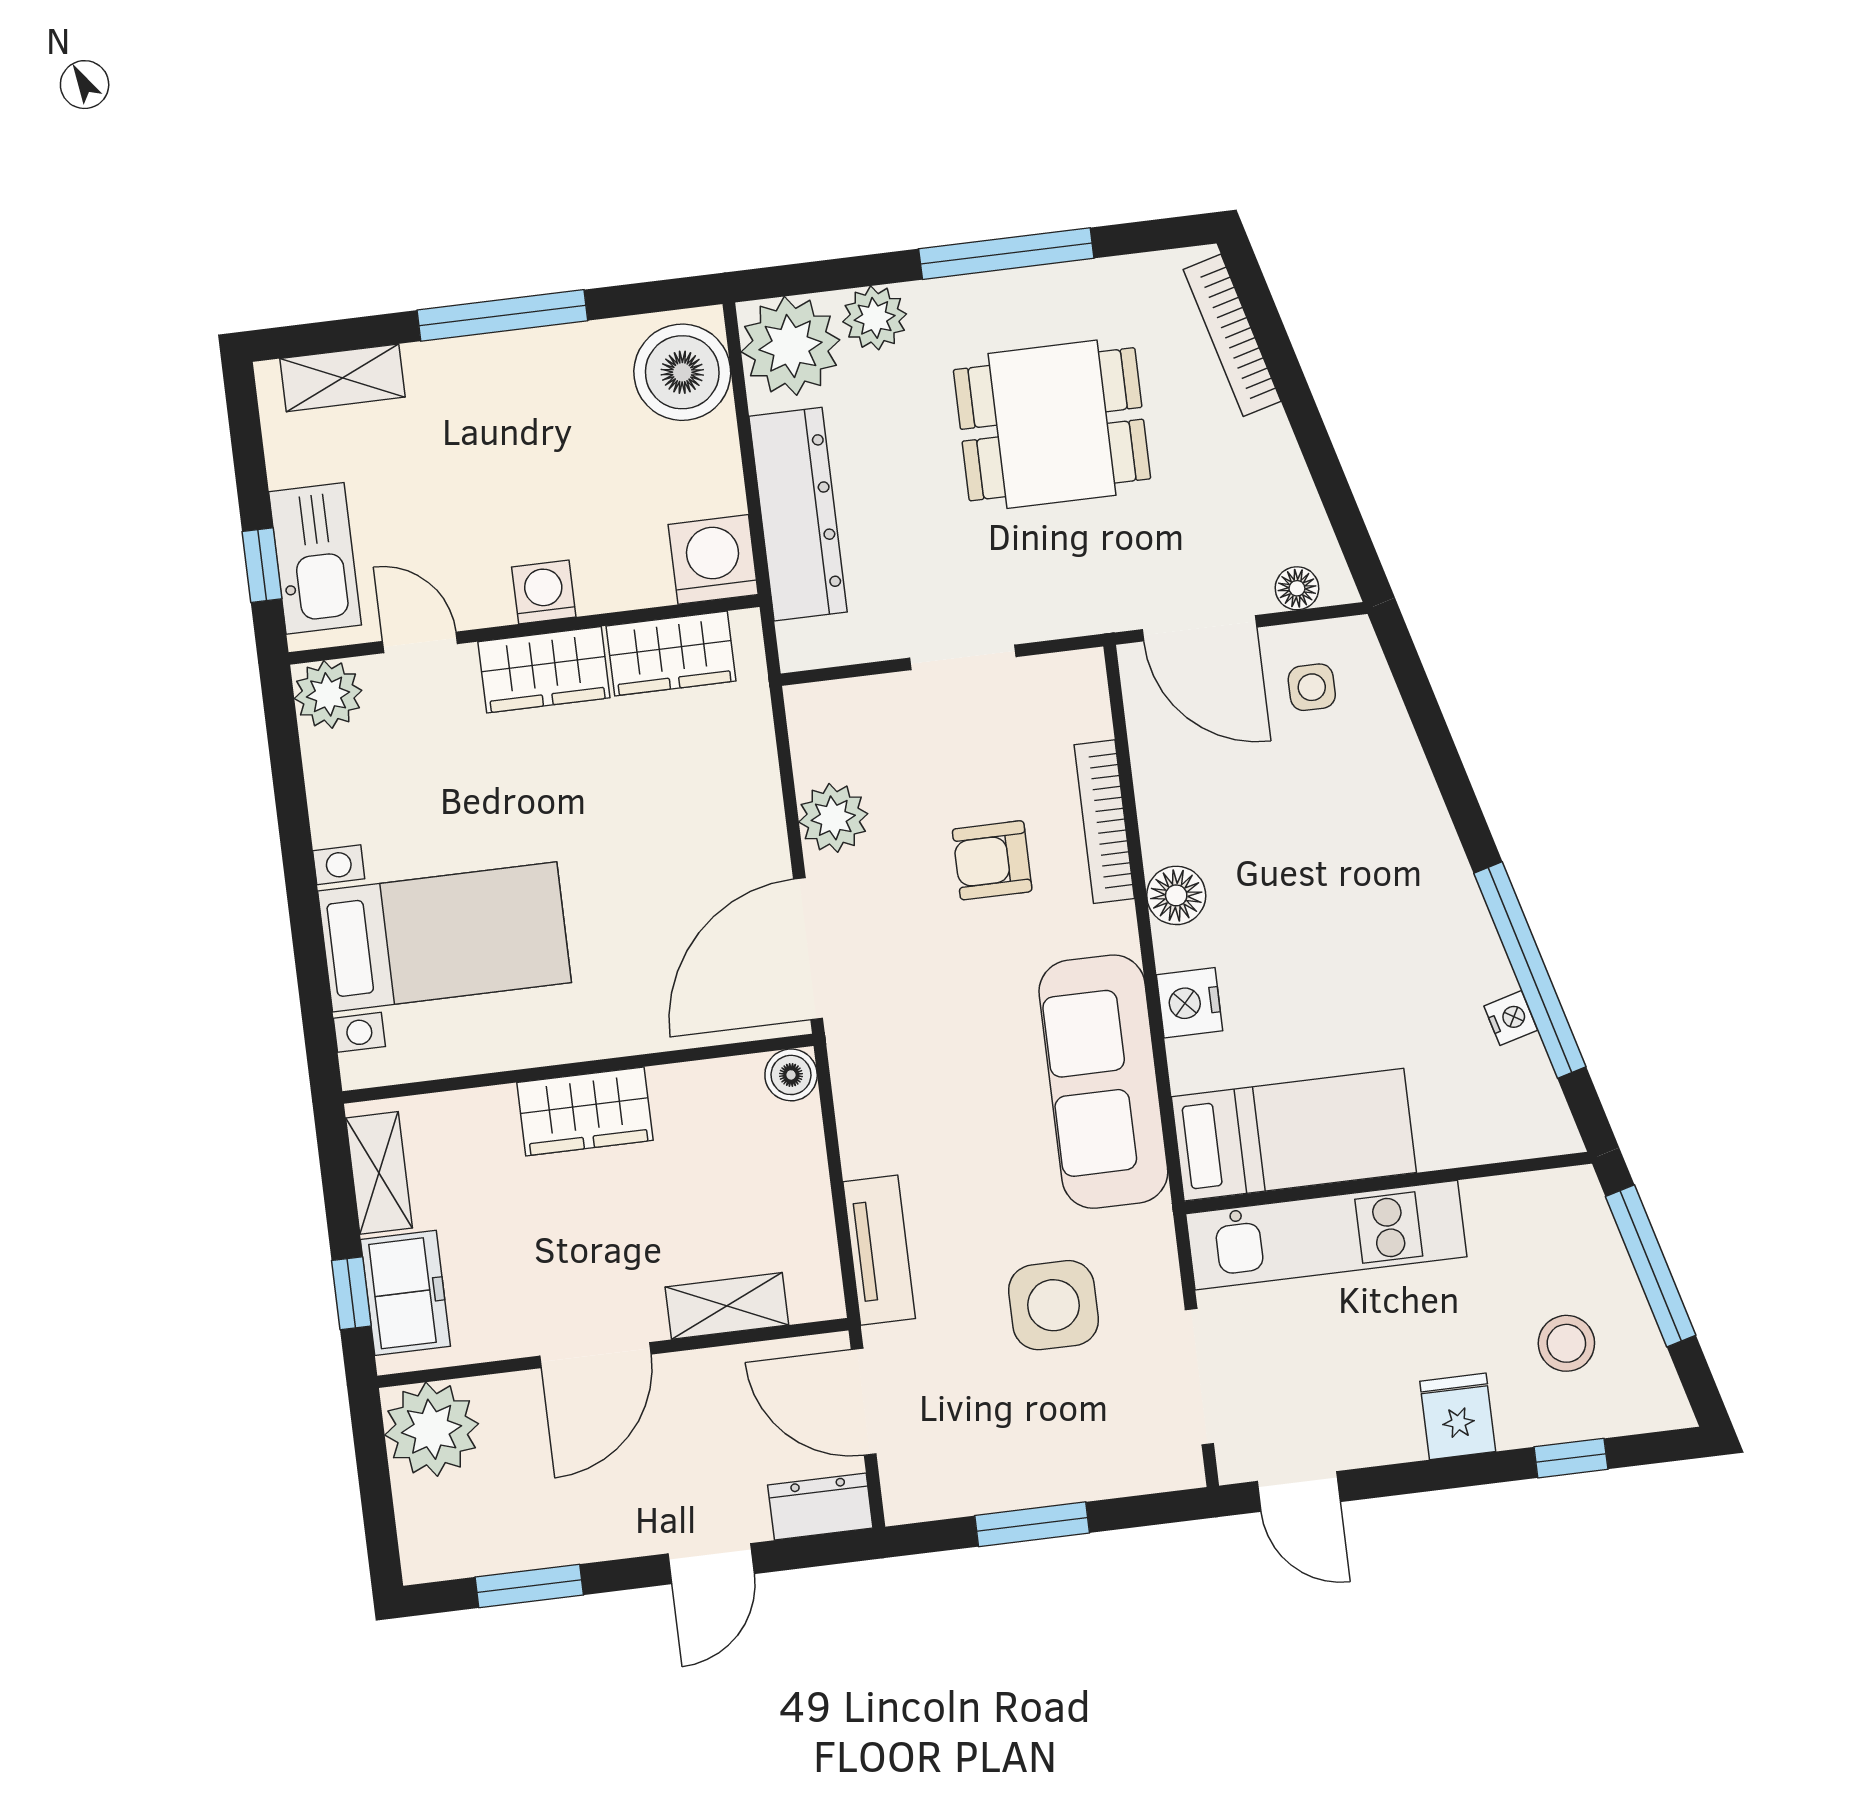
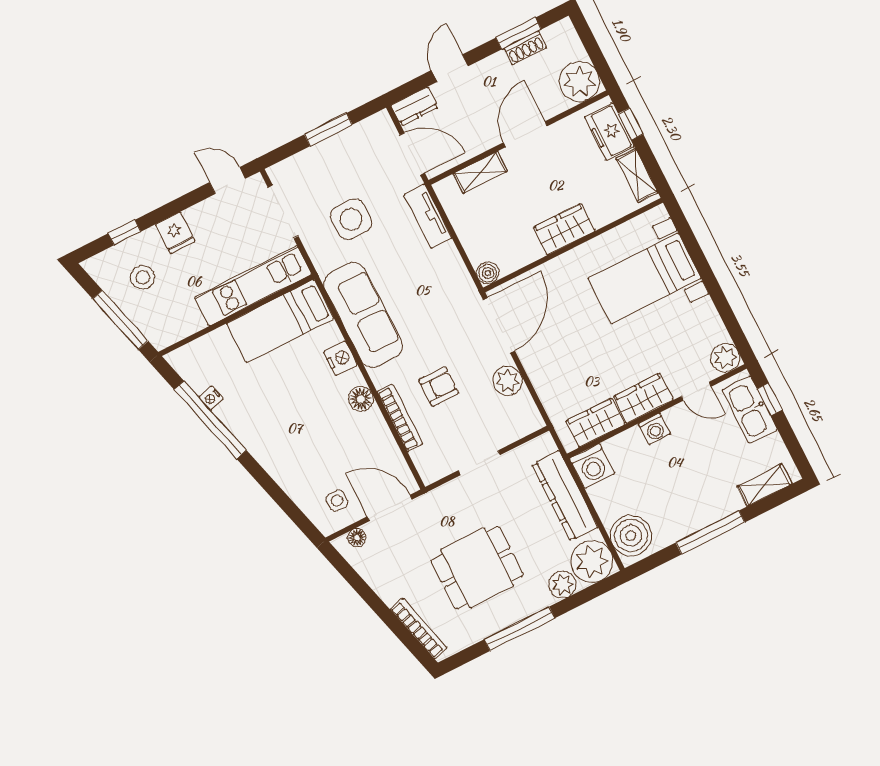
shoe rack: (526, 1548) -> (525, 48), added

